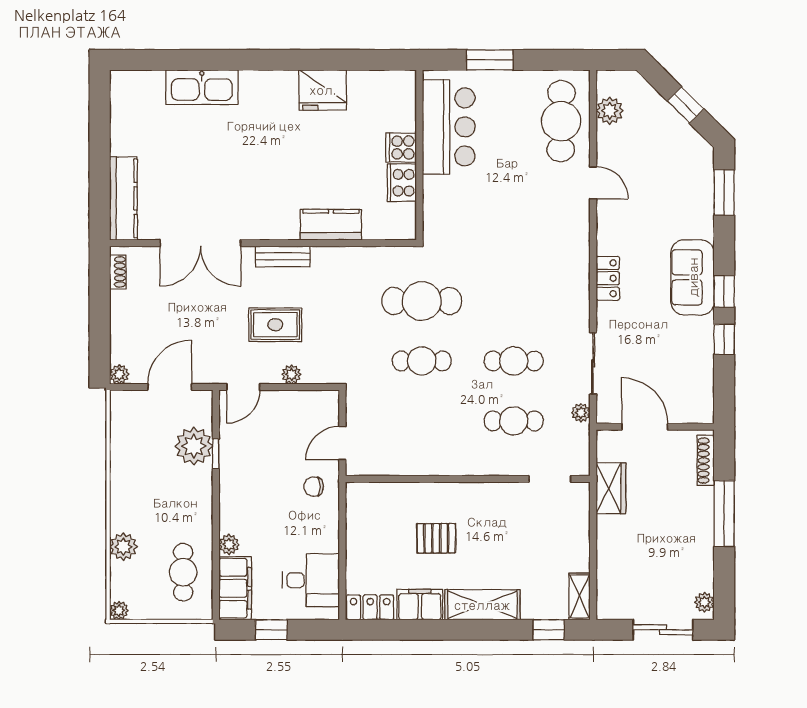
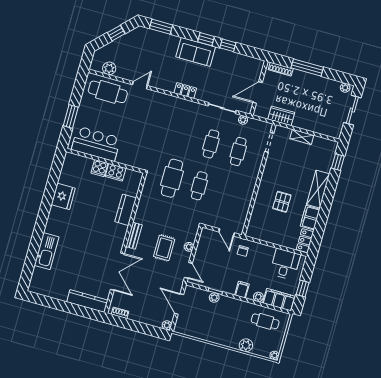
plant: (194, 446) -> (214, 298), width x0.53, depth x0.53
filing cabinet: (234, 507) -> (242, 290), added
shelving: (580, 596) -> (302, 137), moved

